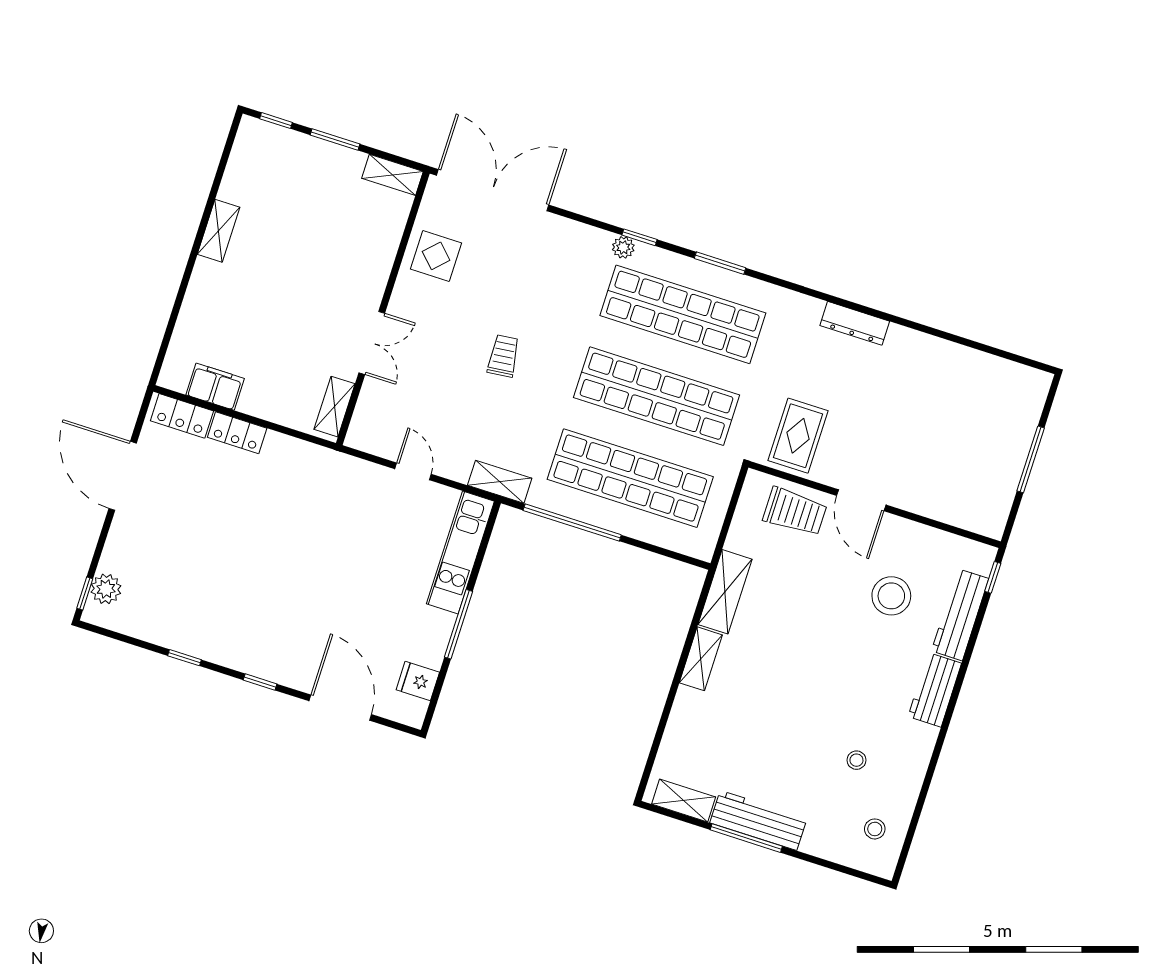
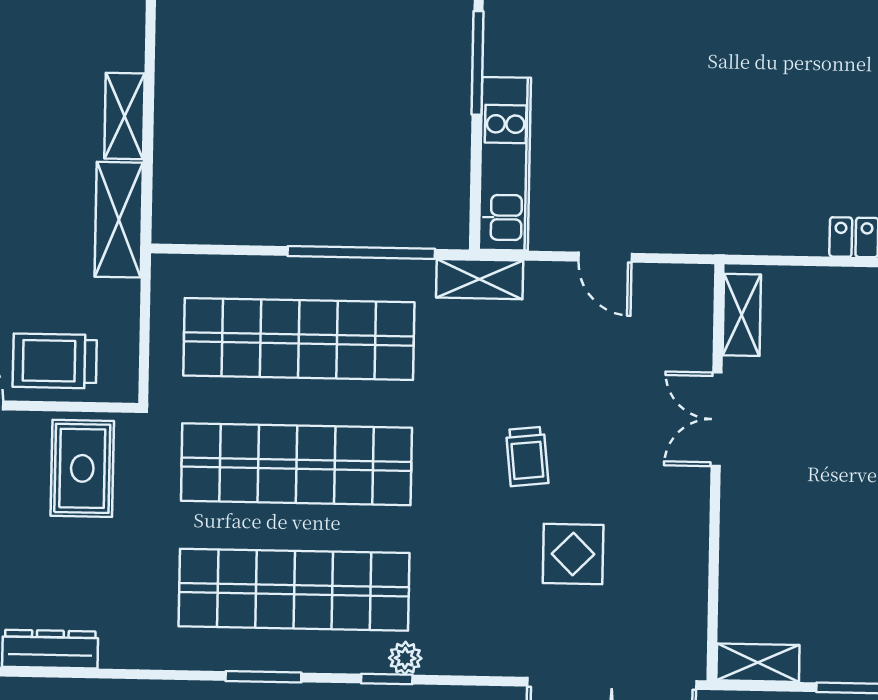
display table: (436, 256) -> (573, 554), moved

